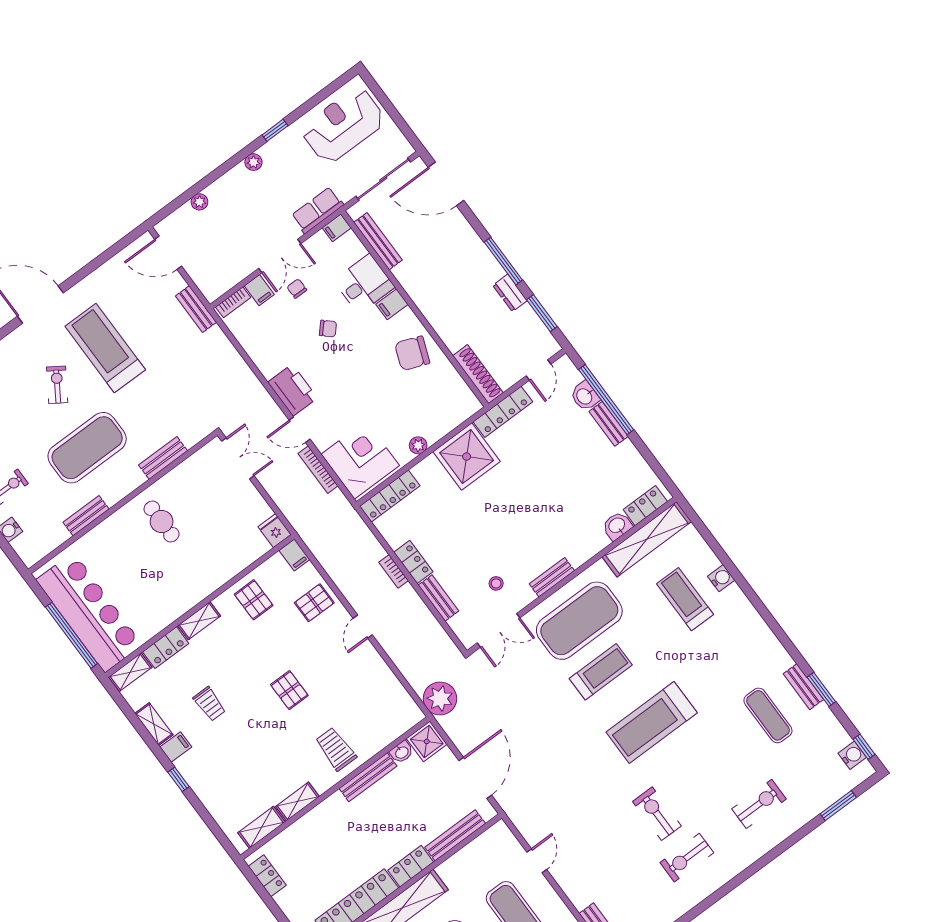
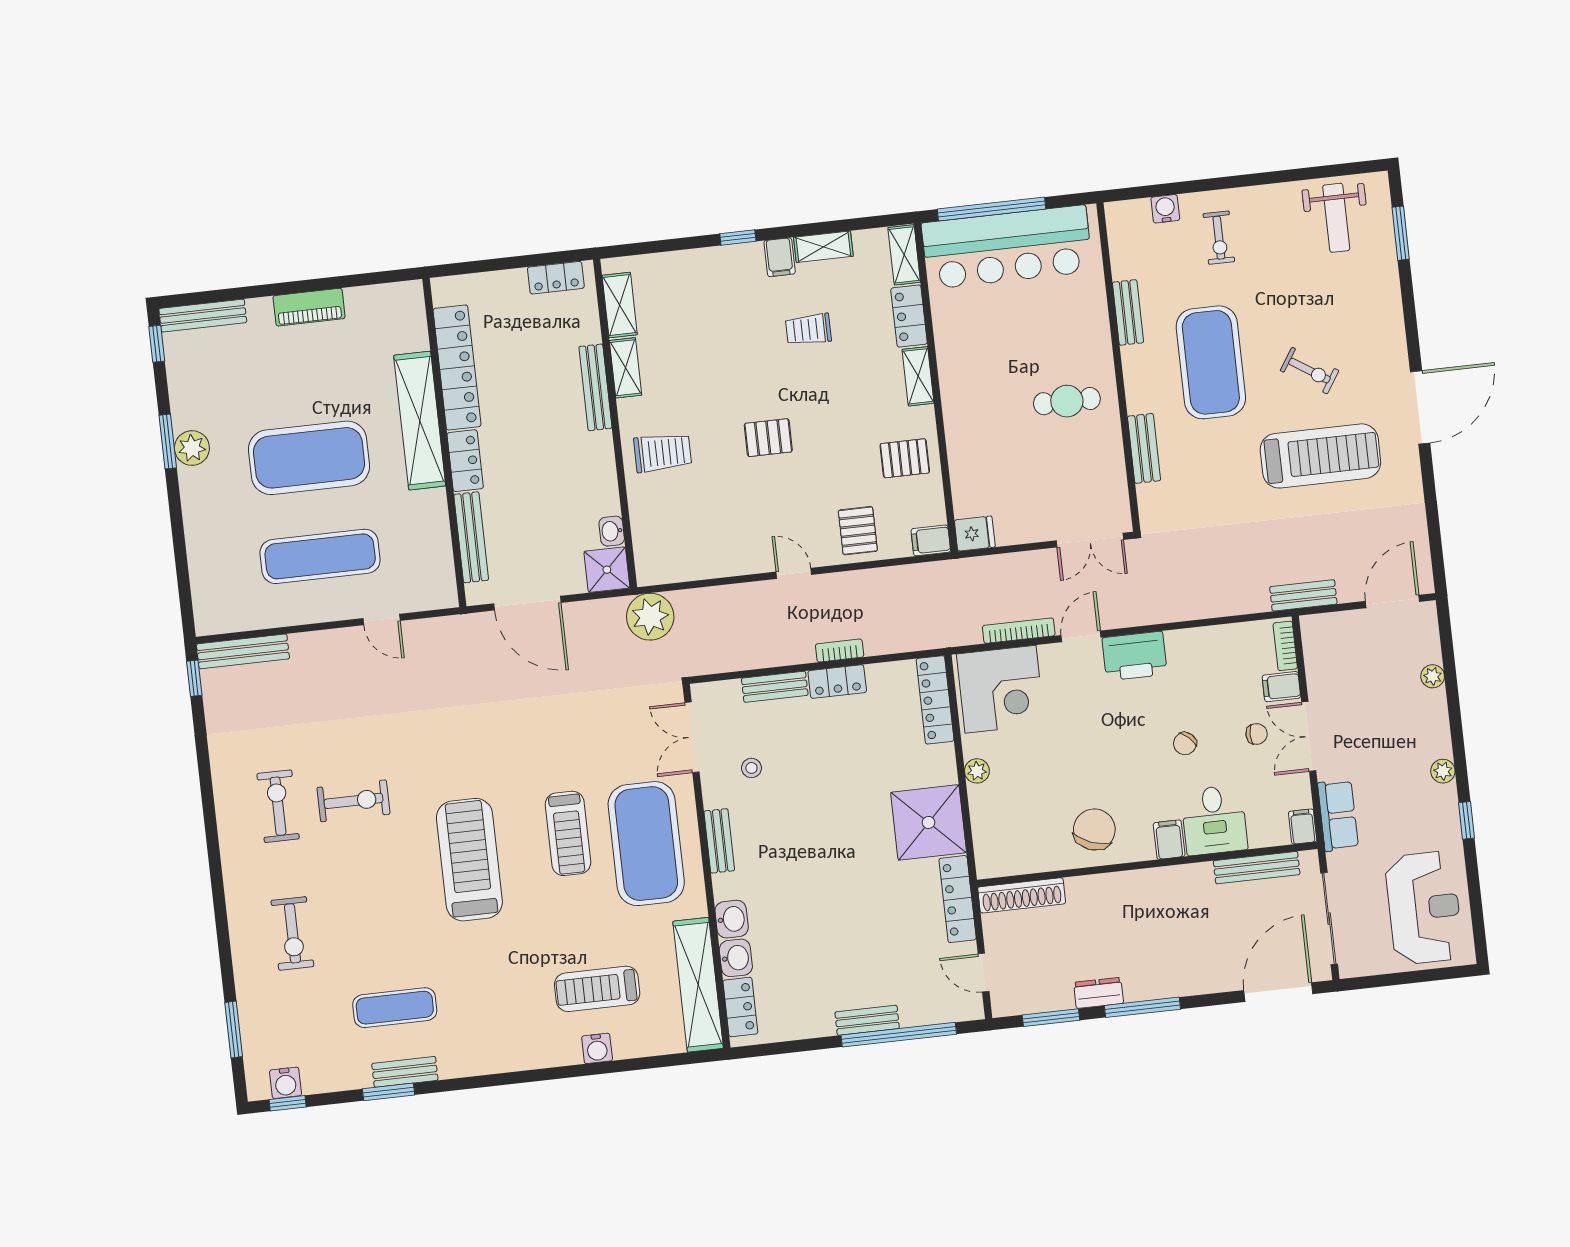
washbasin: (585, 396) -> (732, 919), moved, turned 90
treadmill: (685, 599) -> (597, 989), turned 180
bench: (368, 777) -> (595, 387), moved

